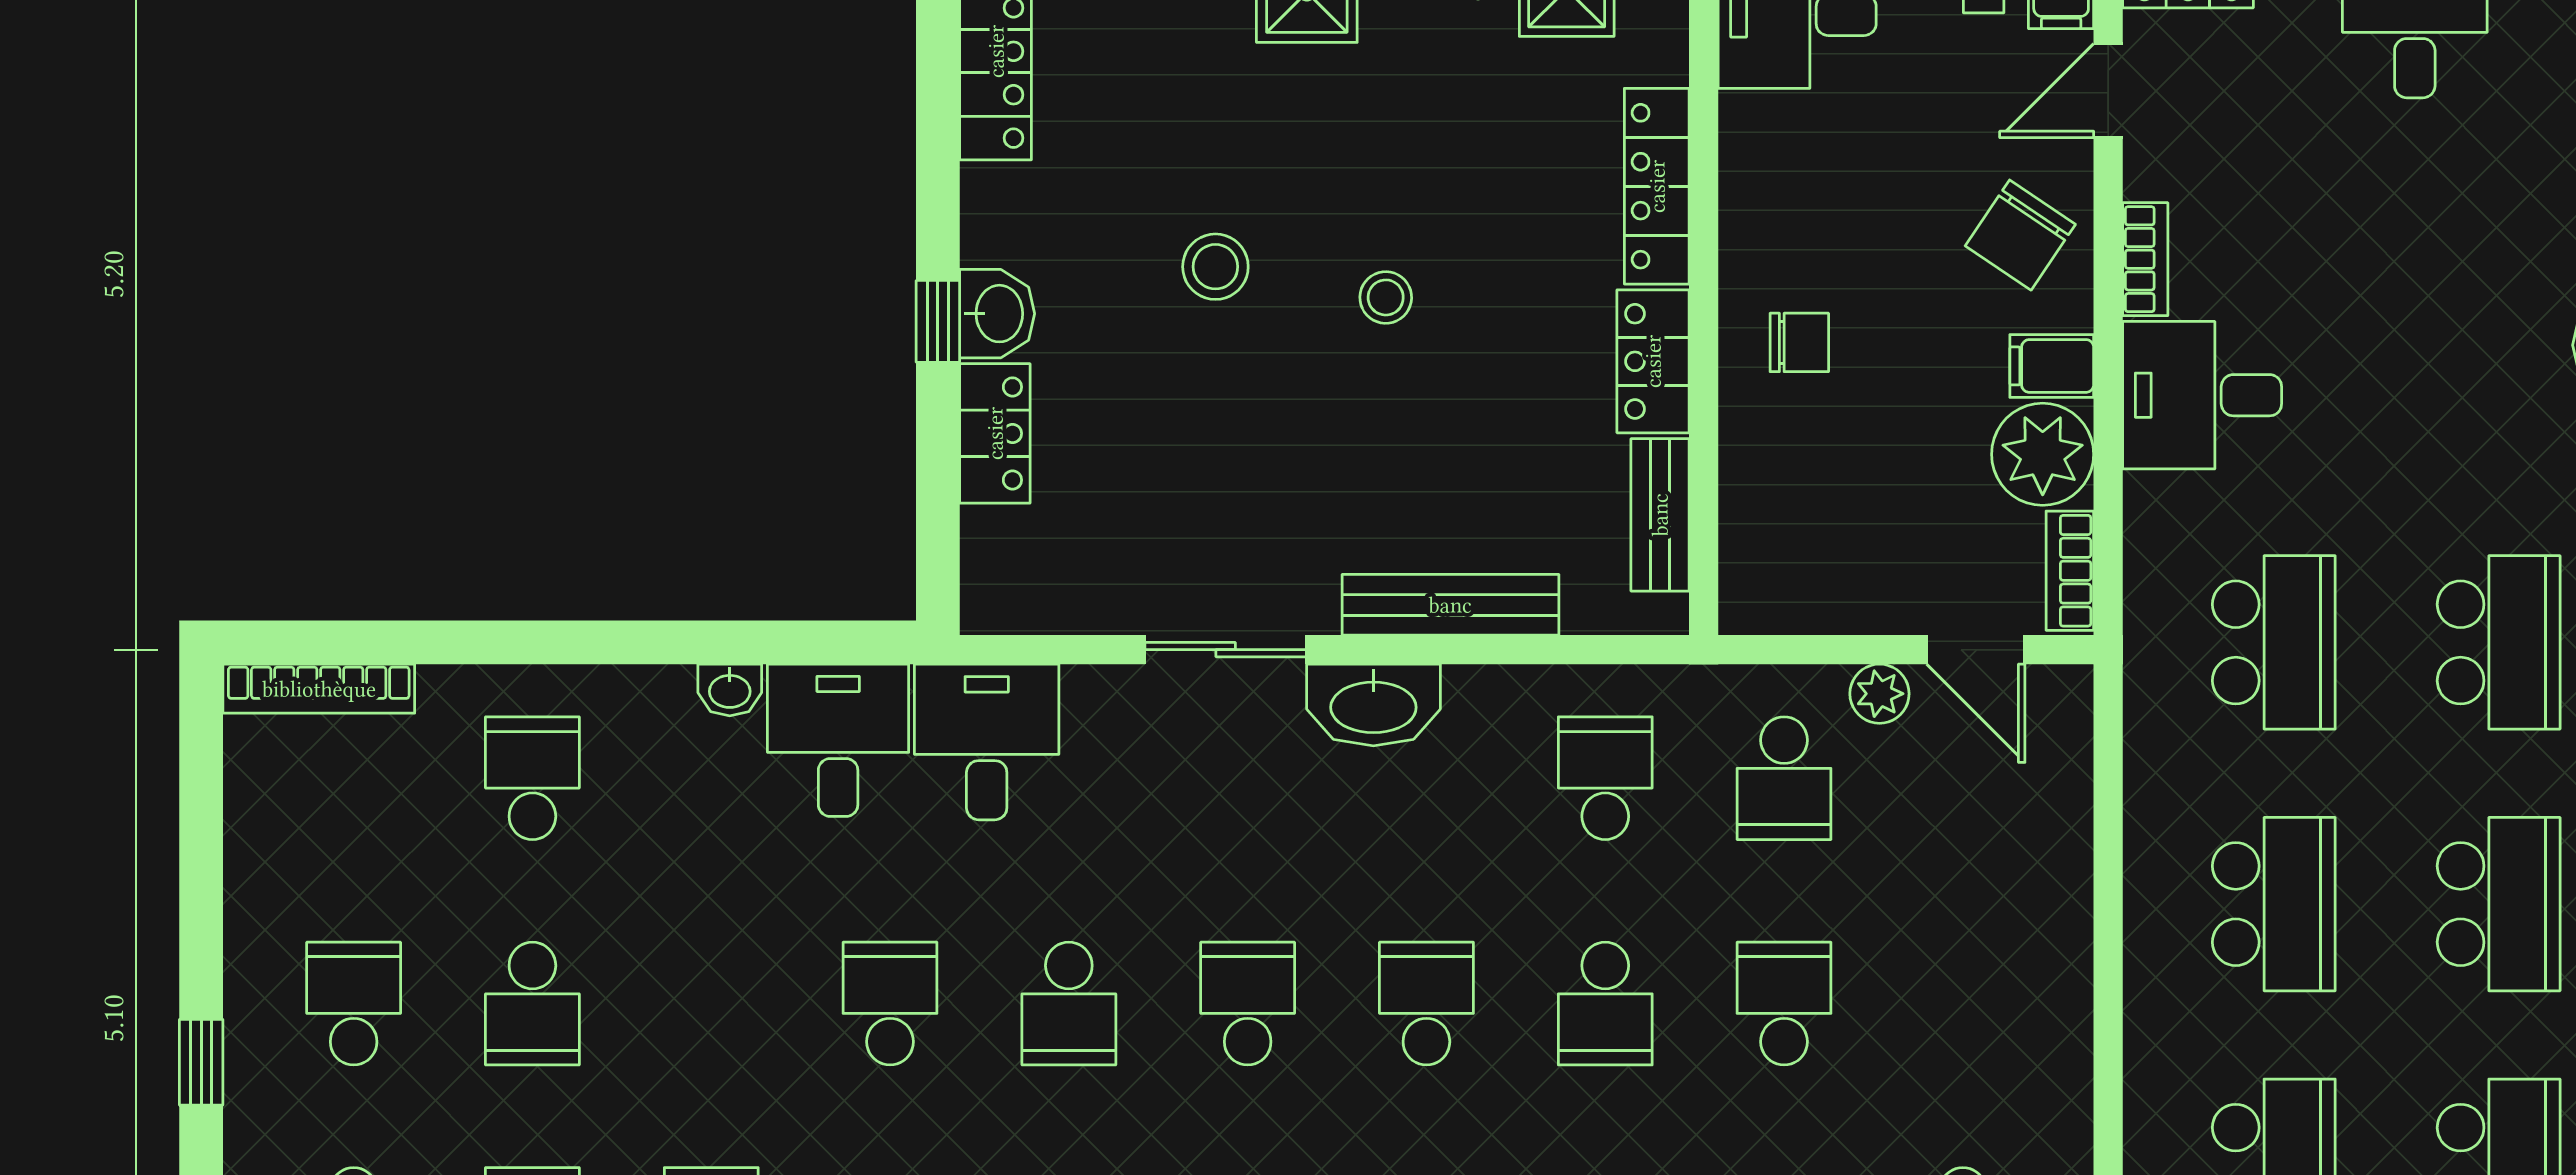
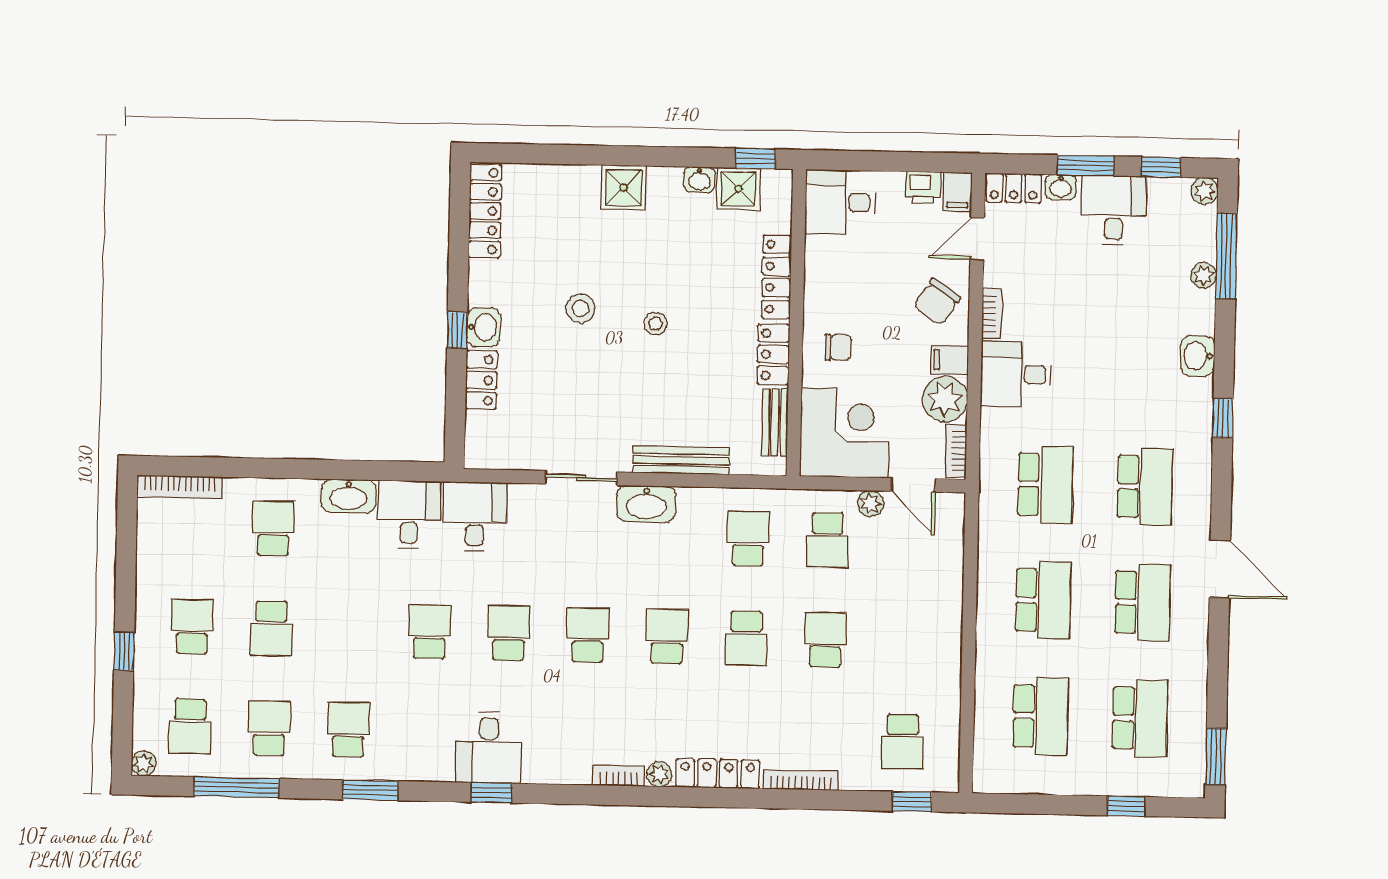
corner desk: (1818, 535) -> (845, 433), added
washbasin: (730, 690) -> (348, 496), width x1.91, depth x1.45
school desk: (1069, 1004) -> (509, 633), turned 180

